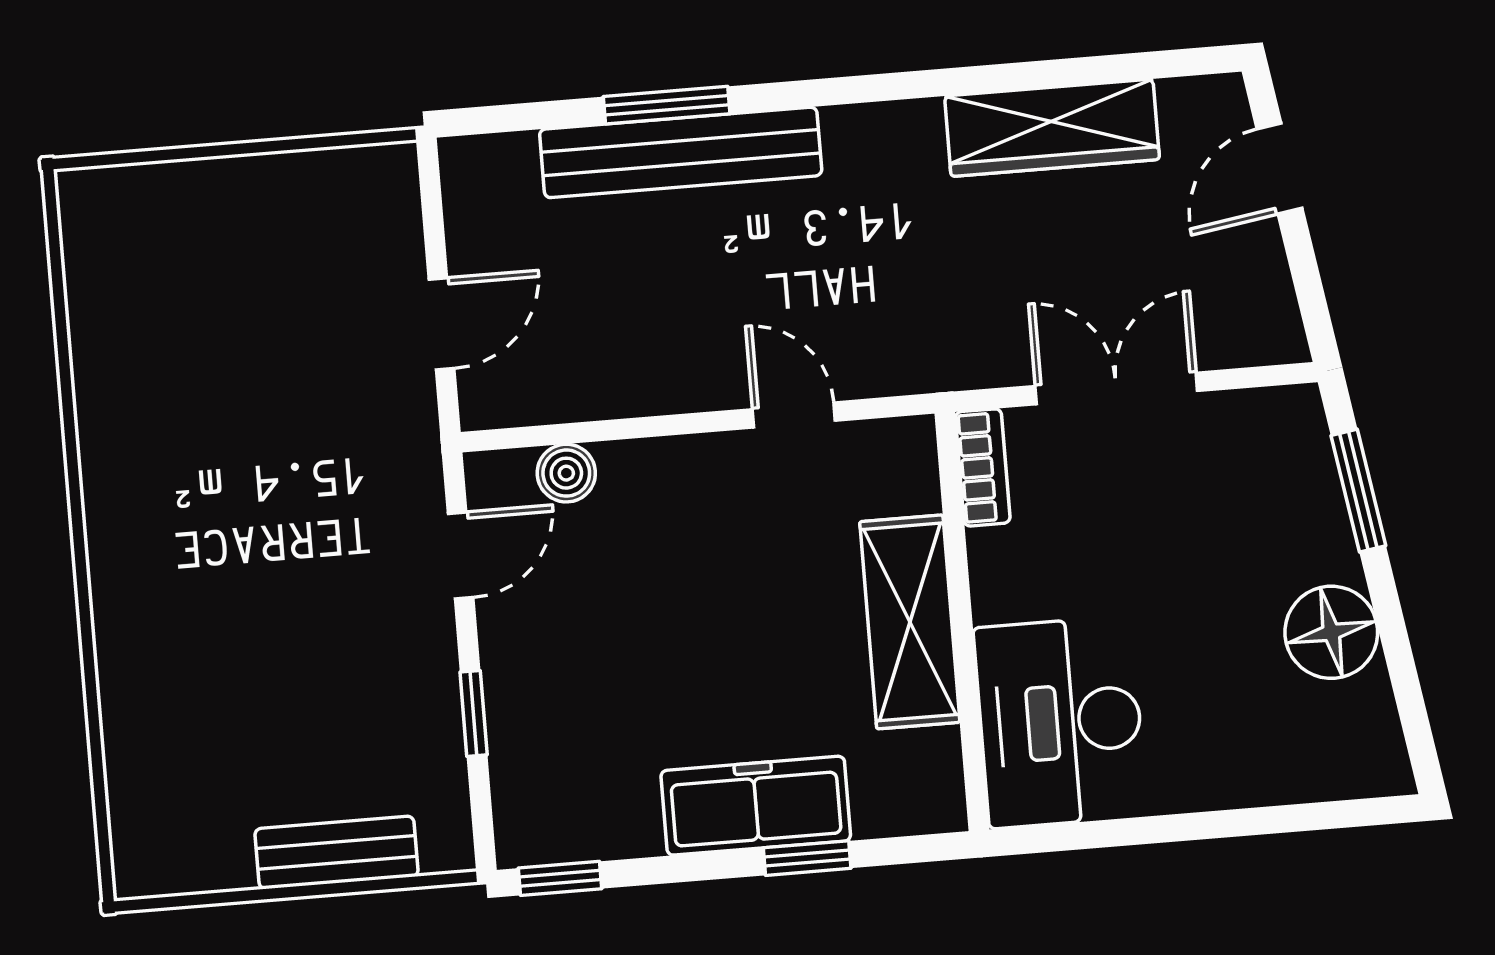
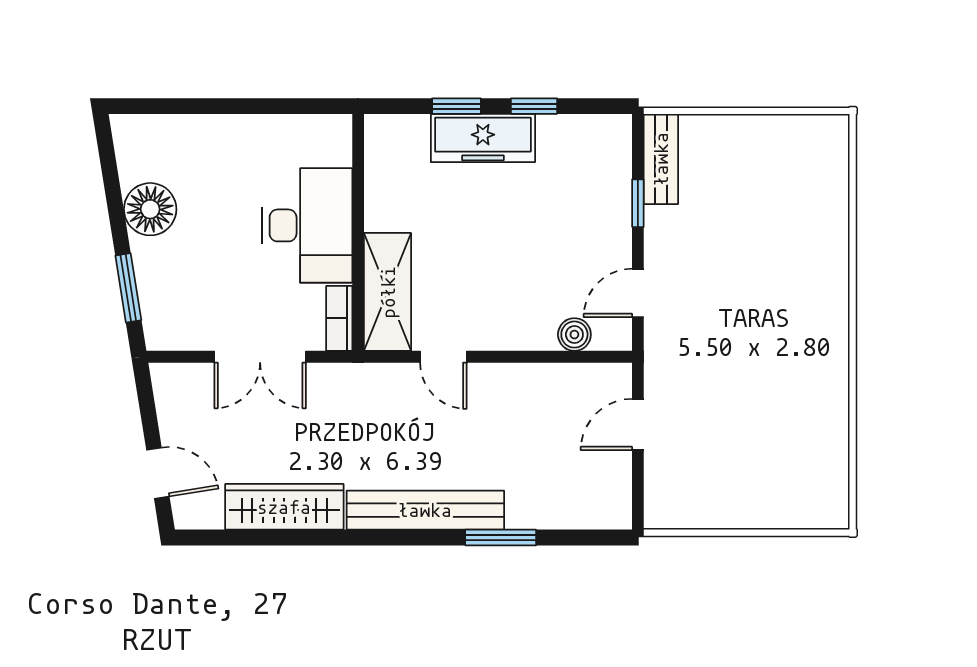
bench: (681, 152) -> (425, 510), moved
door: (1280, 169) -> (158, 473), hinge flipped
shelving: (910, 622) -> (388, 292), moved
desk: (1060, 722) -> (307, 225), moved
bench: (337, 852) -> (661, 159), moved, turned 90
window: (560, 878) -> (534, 106), moved

